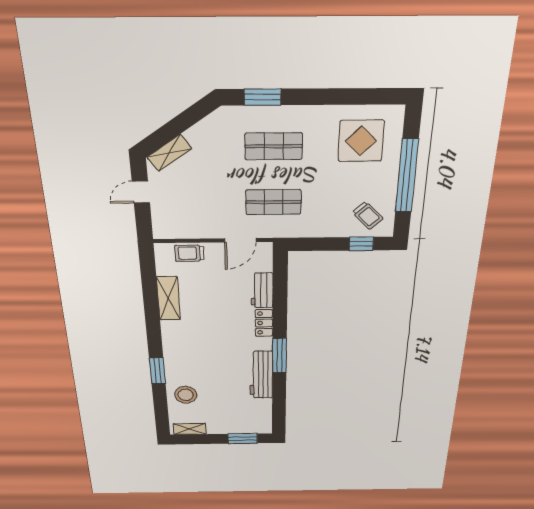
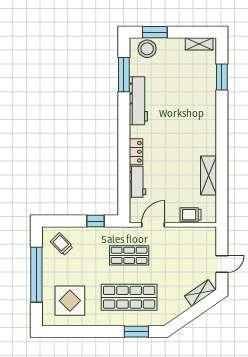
shop shelf: (274, 146) -> (129, 297), width x1.43, depth x1.36
window: (361, 244) -> (96, 221), moved
trolley: (189, 253) -> (191, 215), turned 180
window: (279, 356) -> (124, 75), moved
window: (157, 371) -> (222, 77), moved
stool: (186, 395) -> (147, 49), moved

